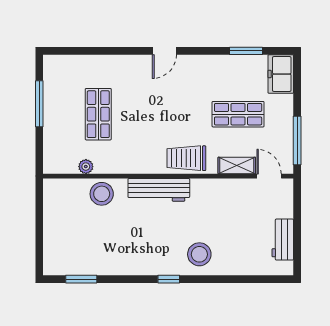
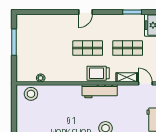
shop shelf: (98, 114) -> (88, 48), moved, turned 90
workbench: (159, 190) -> (100, 91), moved
stool: (102, 194) -> (31, 94), moved

